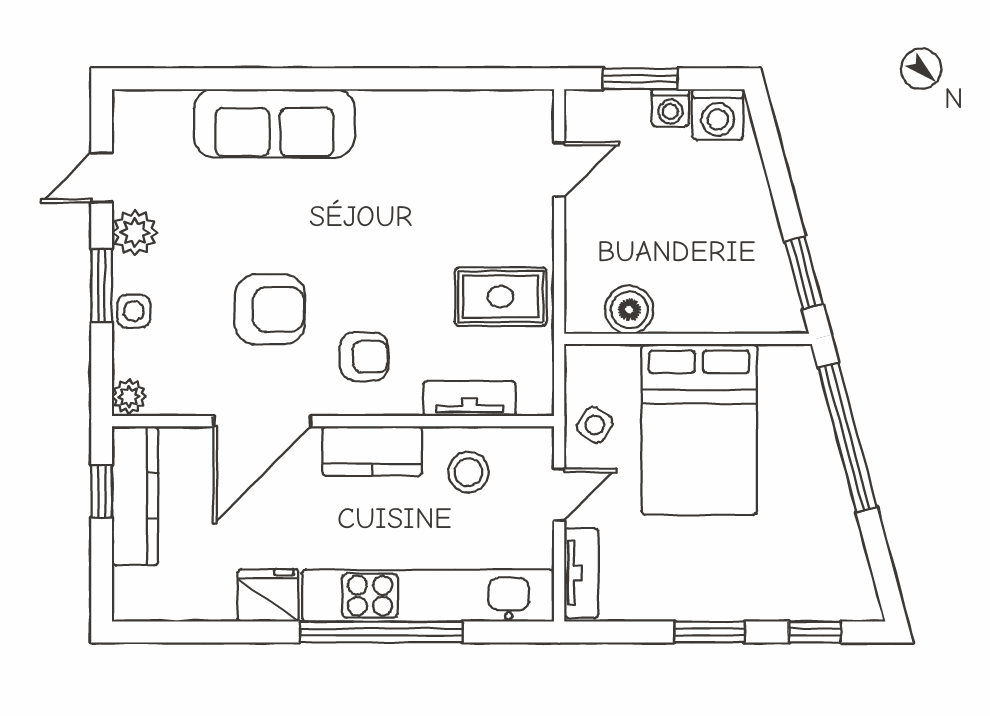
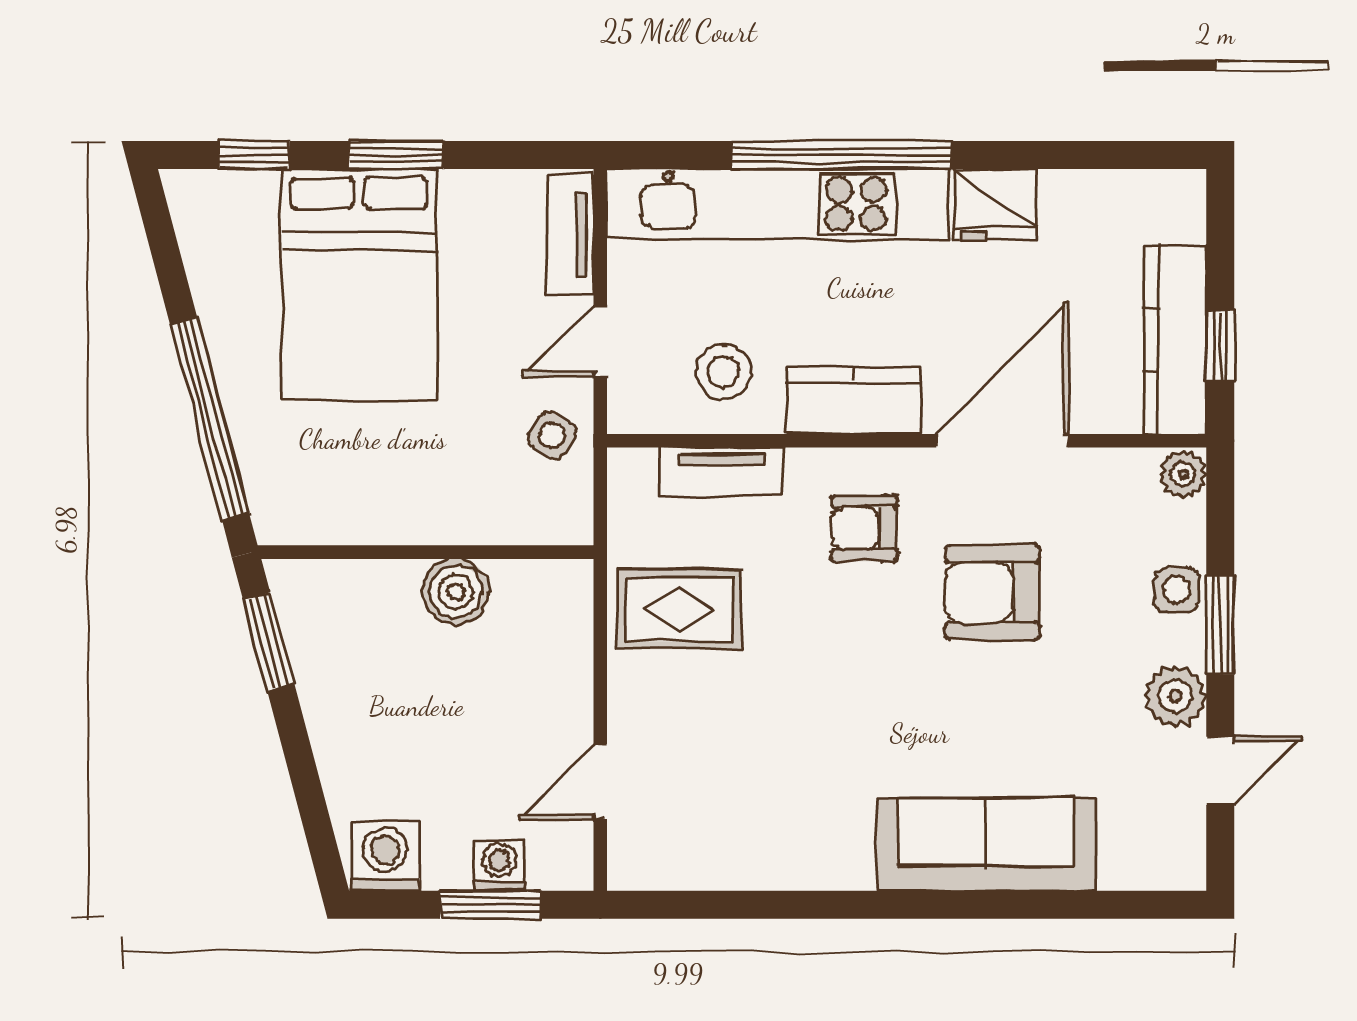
washing machine: (670, 108) -> (499, 865), moved
boiler: (629, 310) -> (456, 592), moved
bed: (699, 429) -> (359, 285), moved, turned 180

